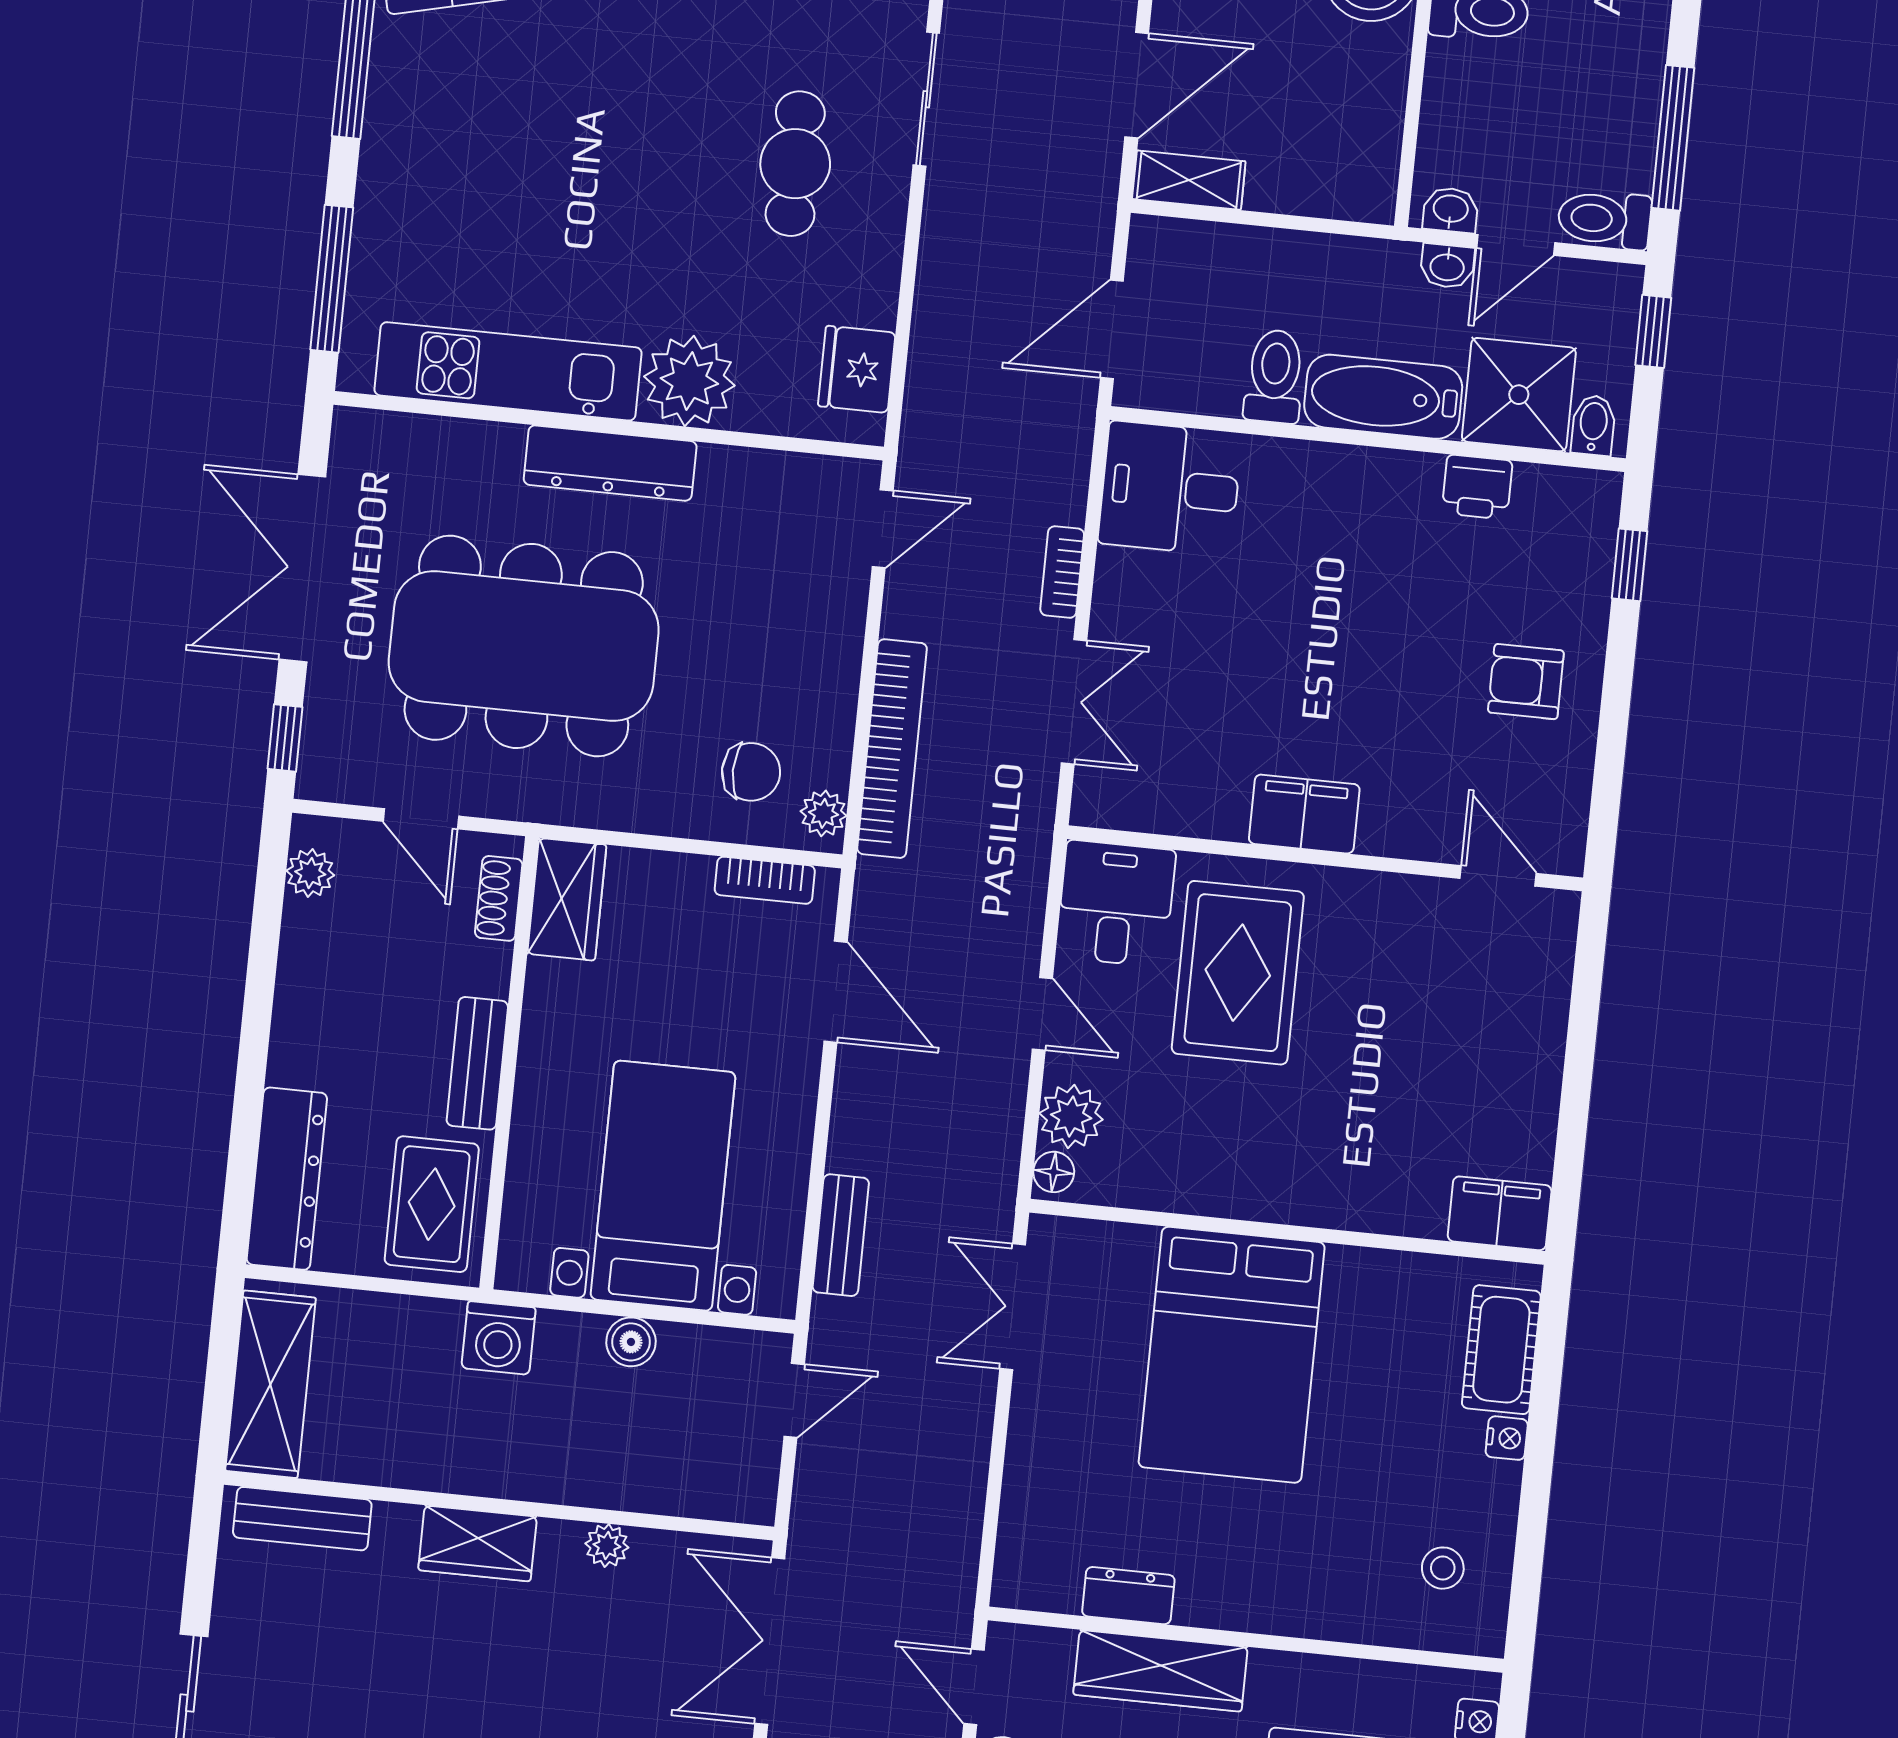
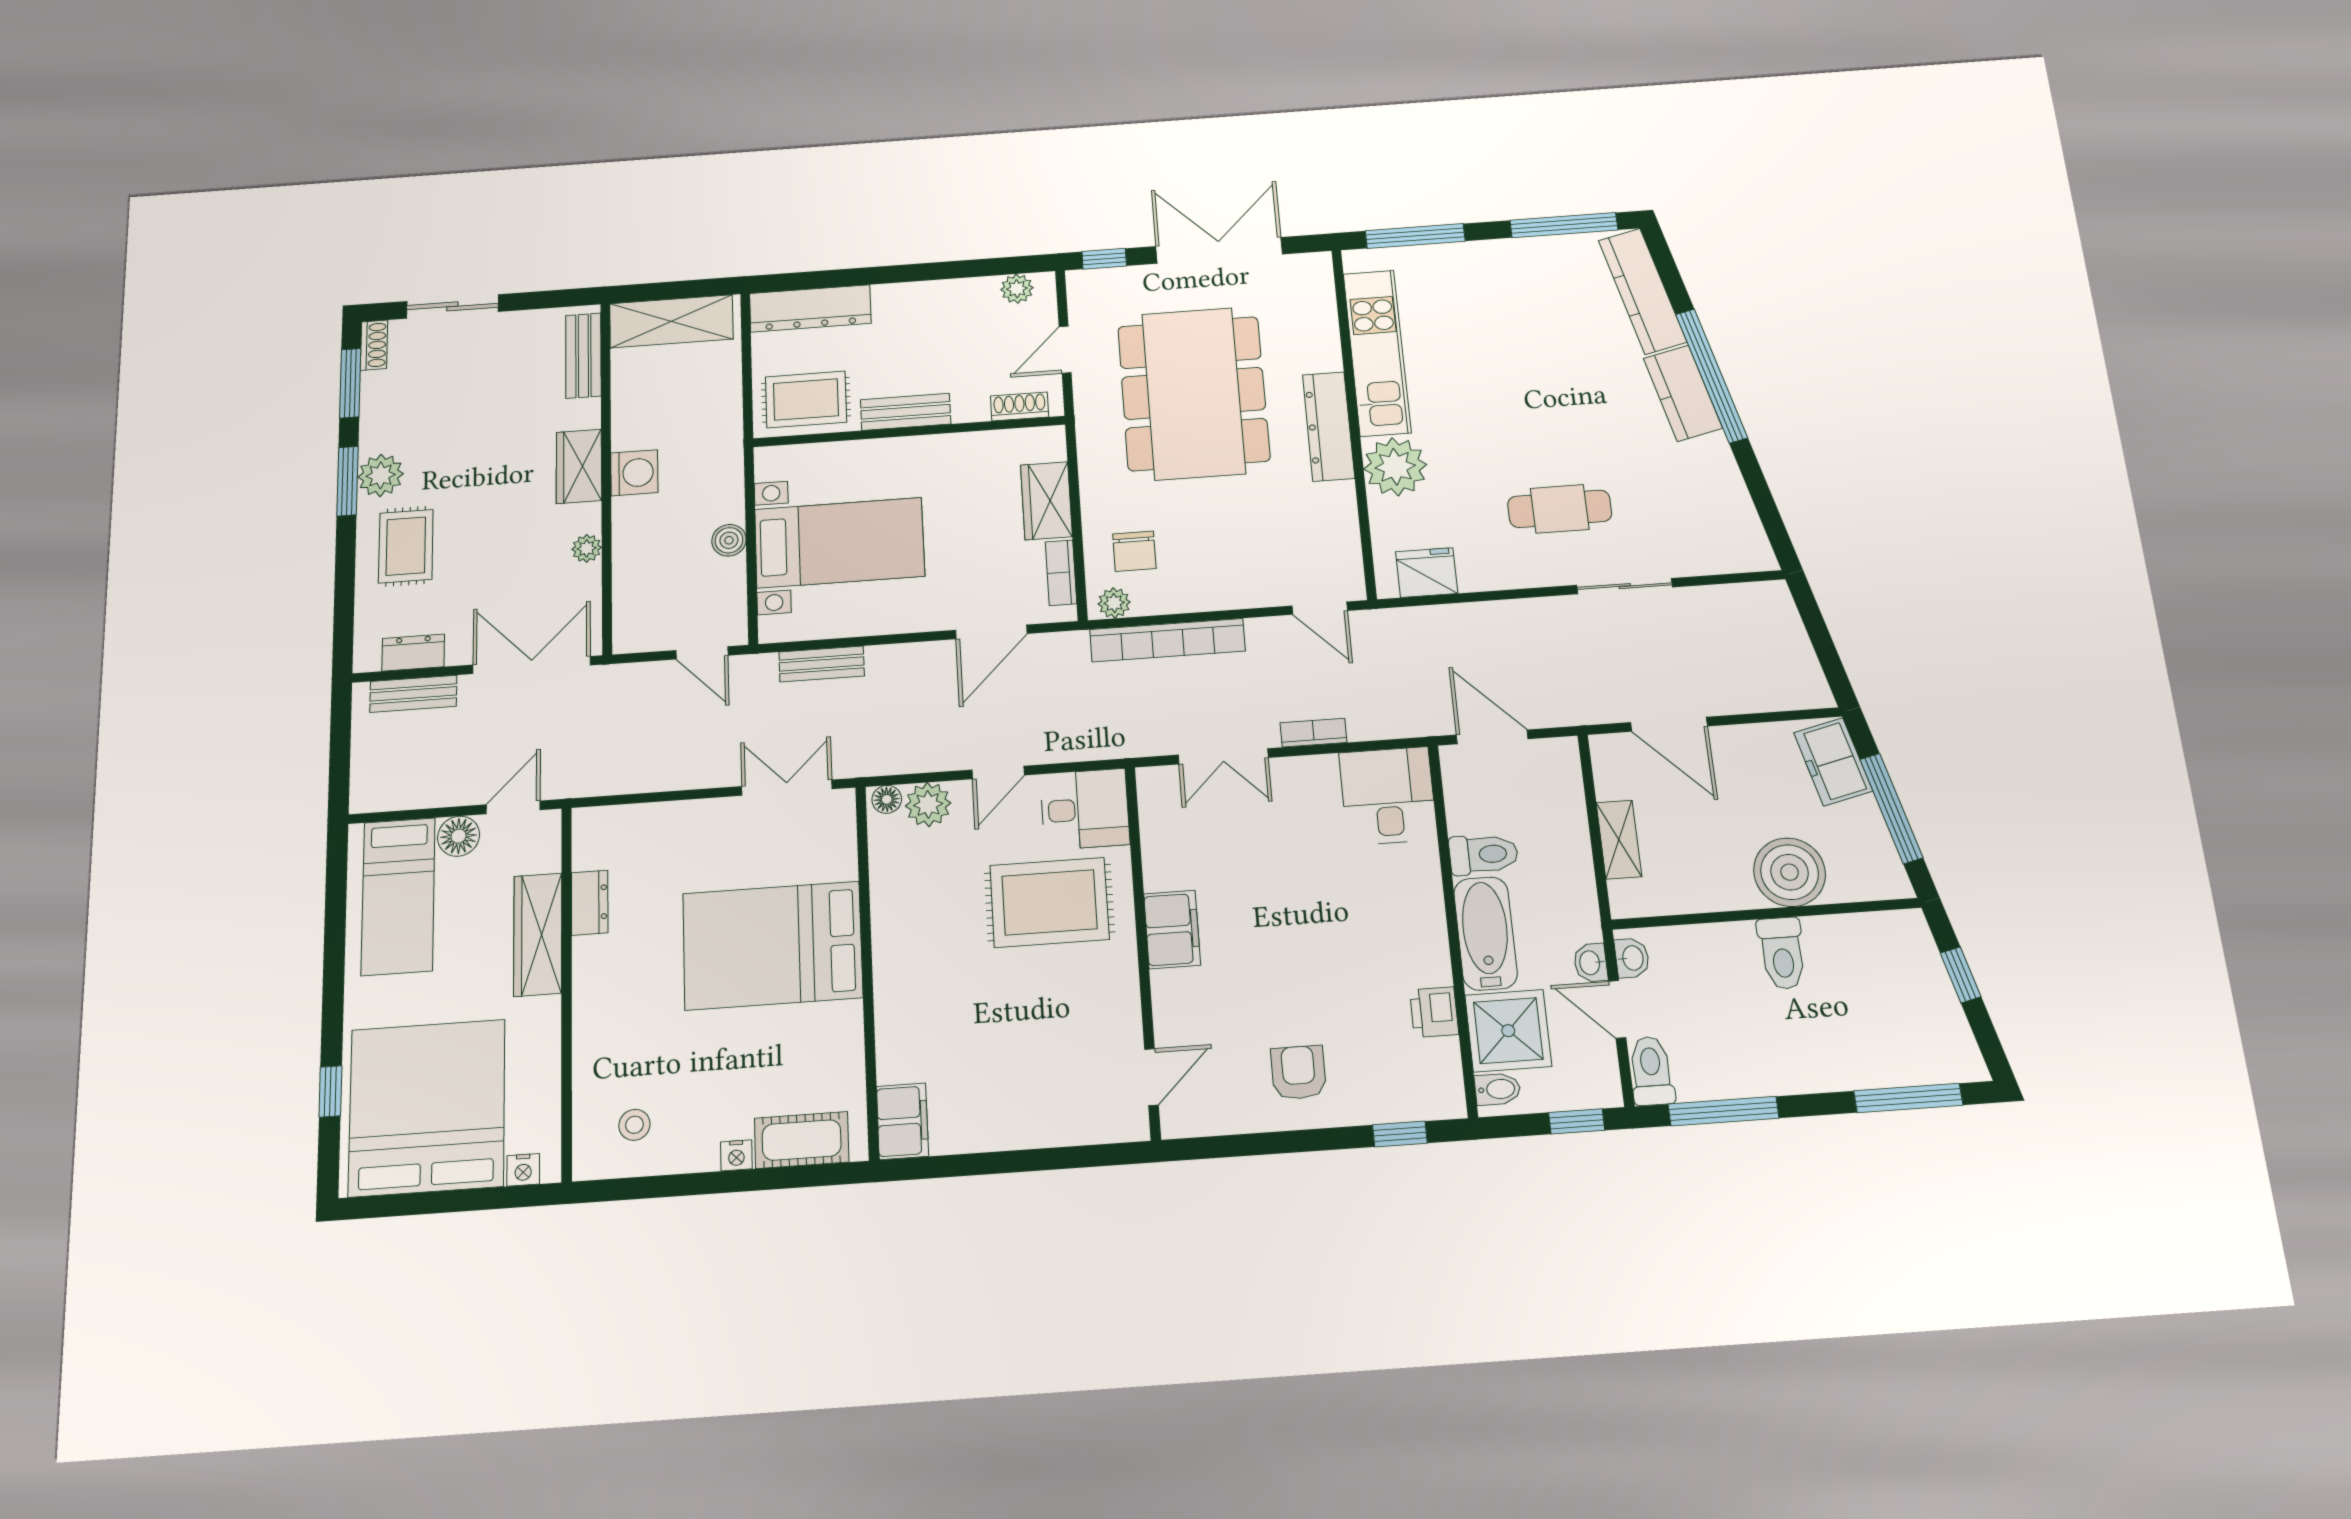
shelving: (1189, 180) -> (1619, 840), moved
wardrobe: (567, 899) -> (1046, 501), moved, turned 90
washing machine: (499, 1338) -> (634, 473), moved, turned 180

